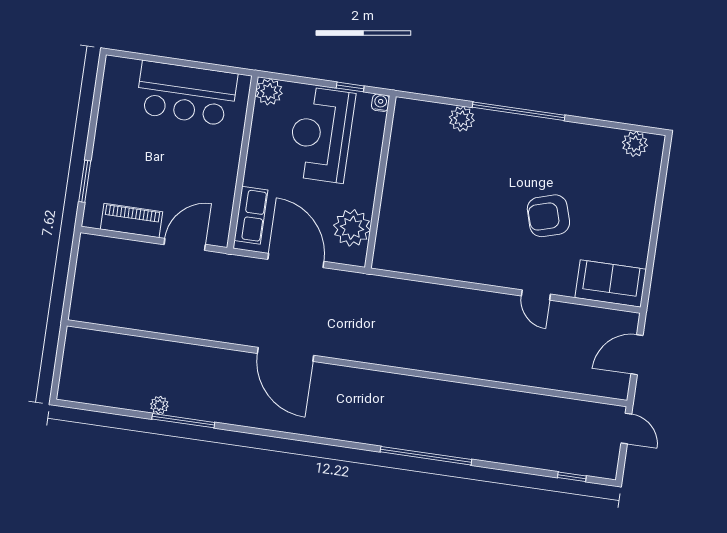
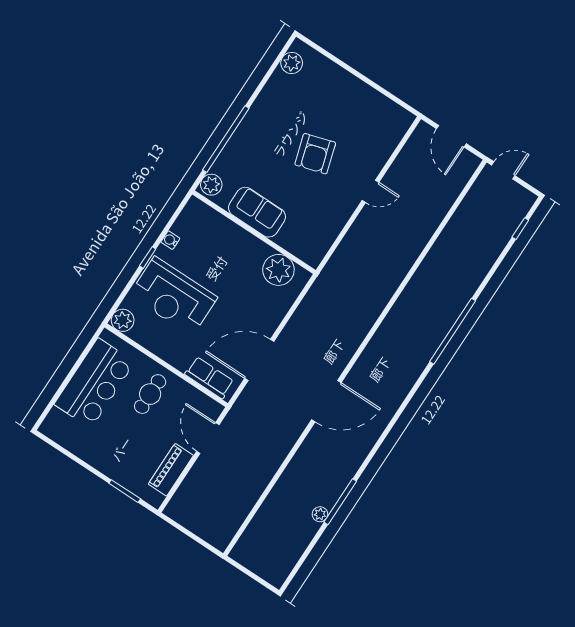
cafe table: (203, 159) -> (150, 394), added
wall: (380, 182) -> (254, 232), moved
plant: (352, 228) -> (278, 270), moved
sofa: (611, 283) -> (257, 212), moved, turned 90

